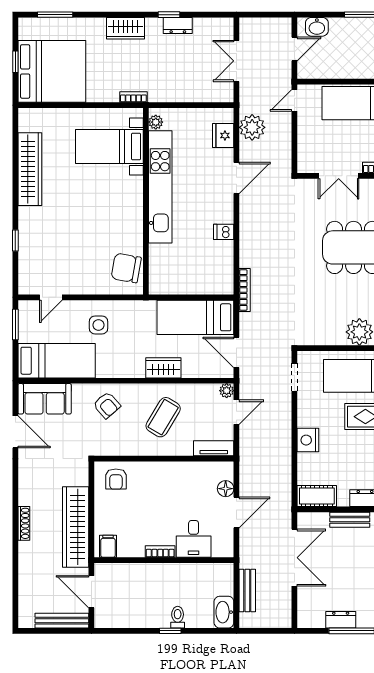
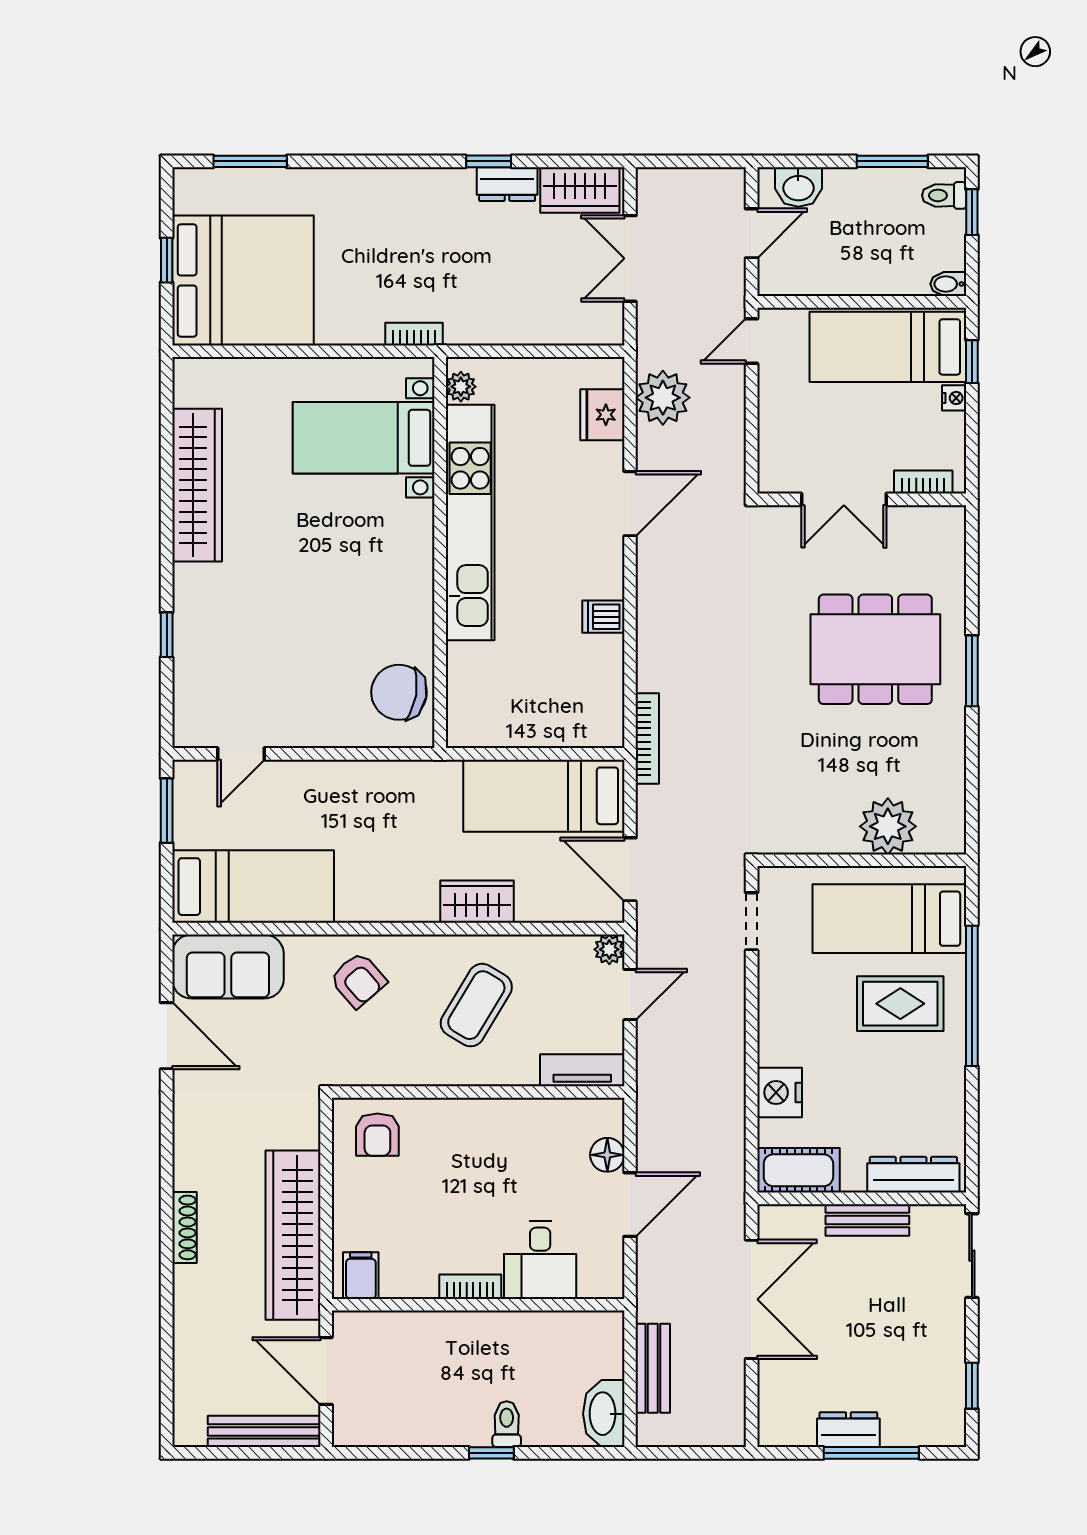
wardrobe: (126, 28) -> (580, 190), moved
side table: (99, 325) -> (341, 812), removed
nightstand: (308, 440) -> (780, 1093), moved

